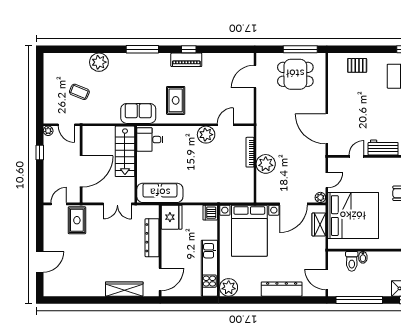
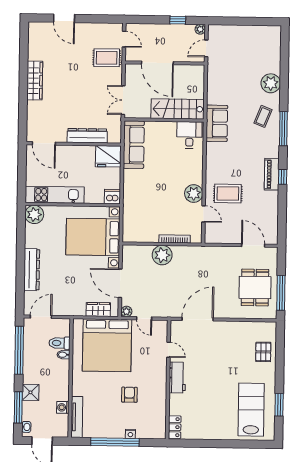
coffee table: (79, 92) -> (263, 116), moved
rug: (176, 100) -> (228, 193), moved
wardrobe: (124, 289) -> (35, 81), moved

